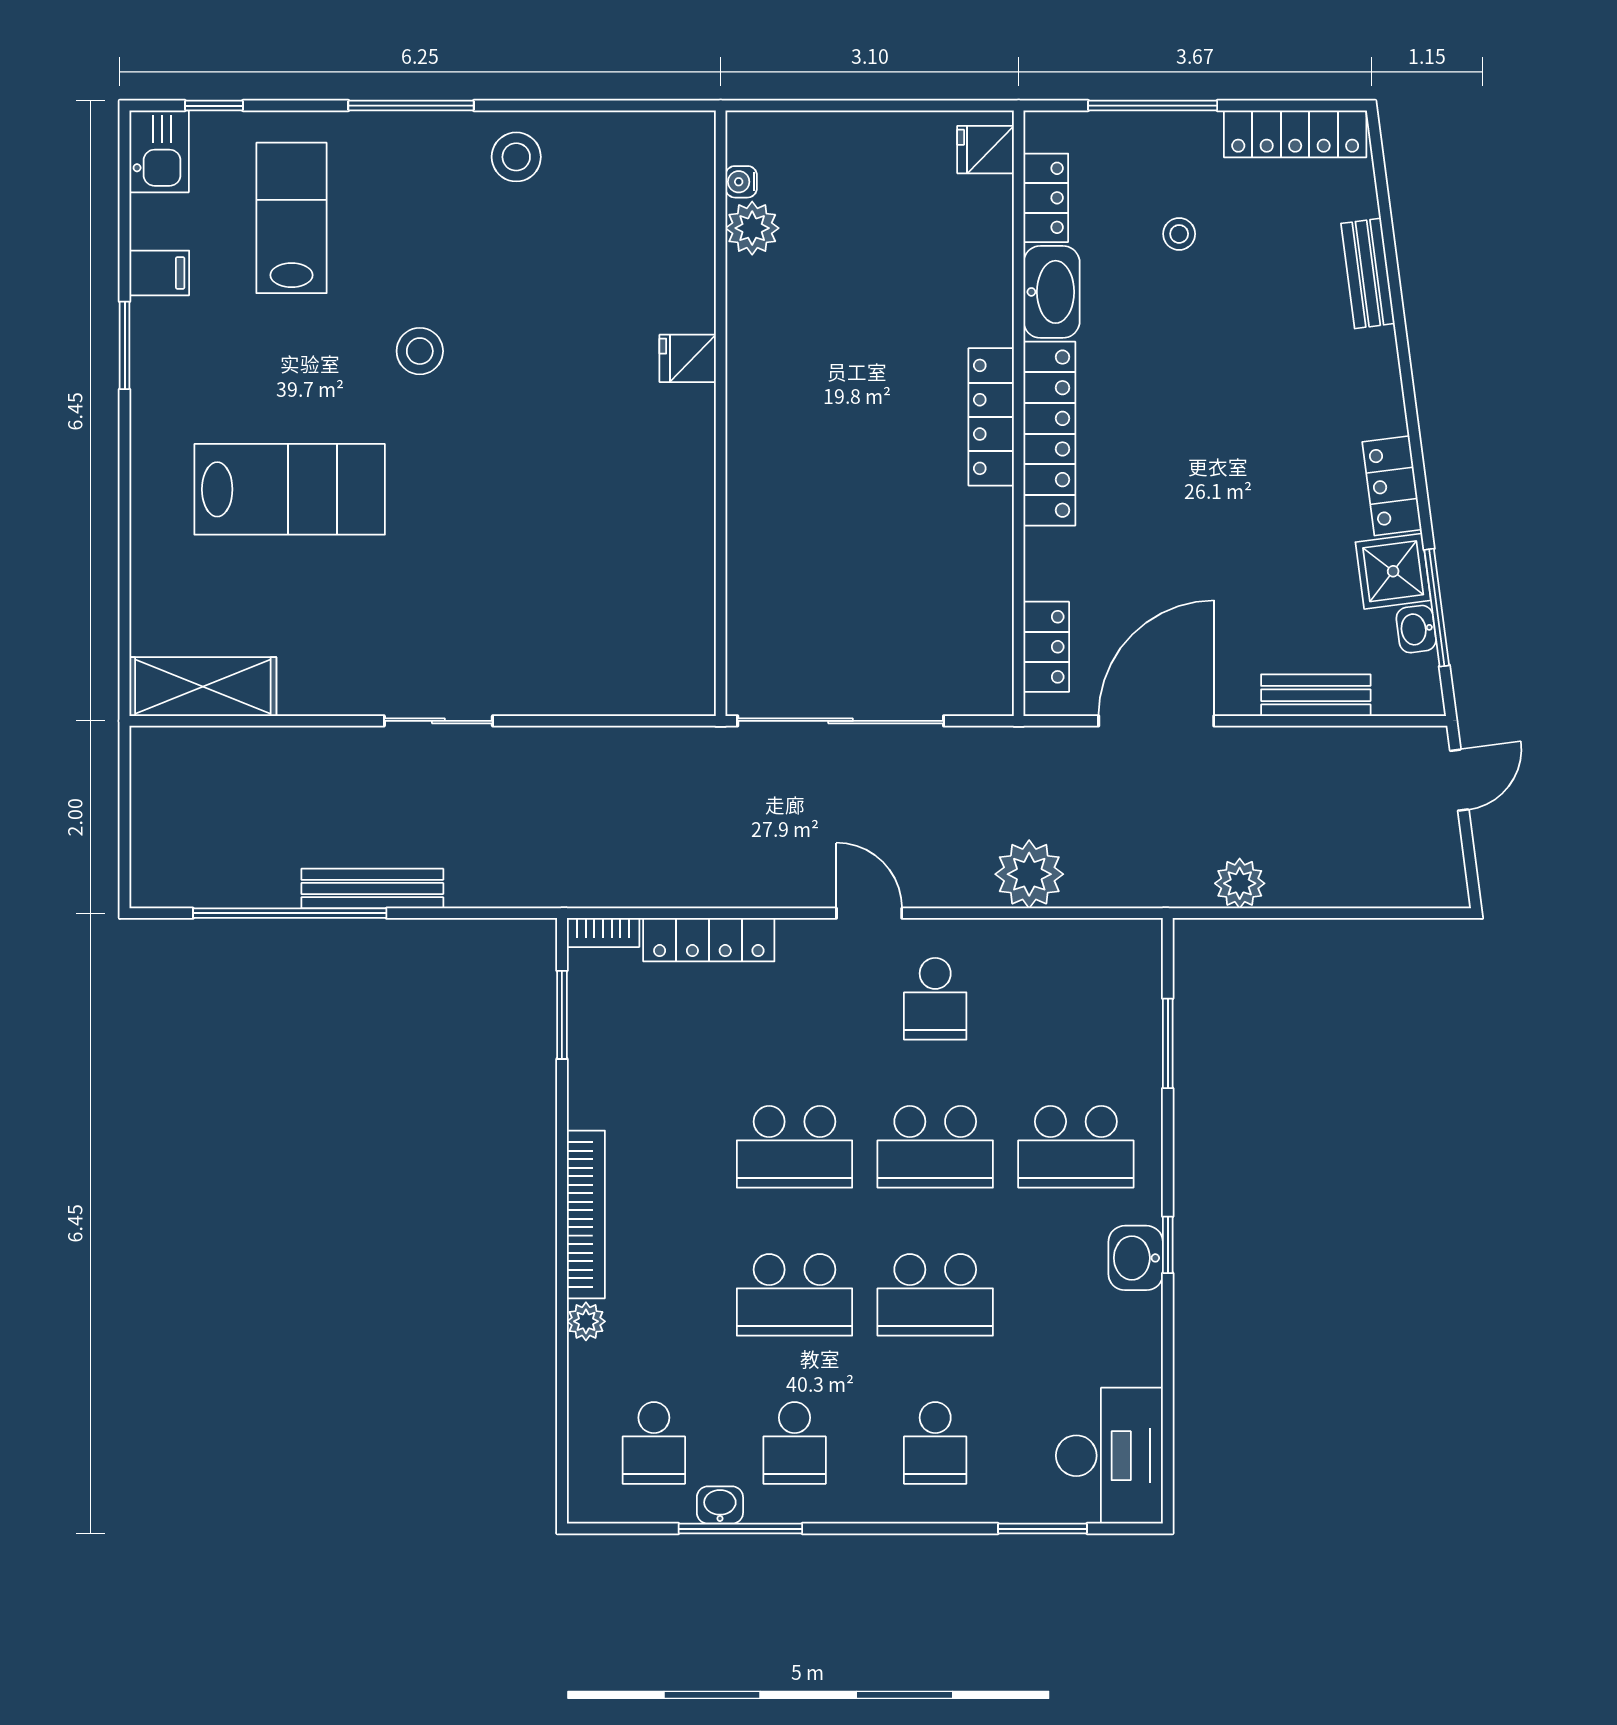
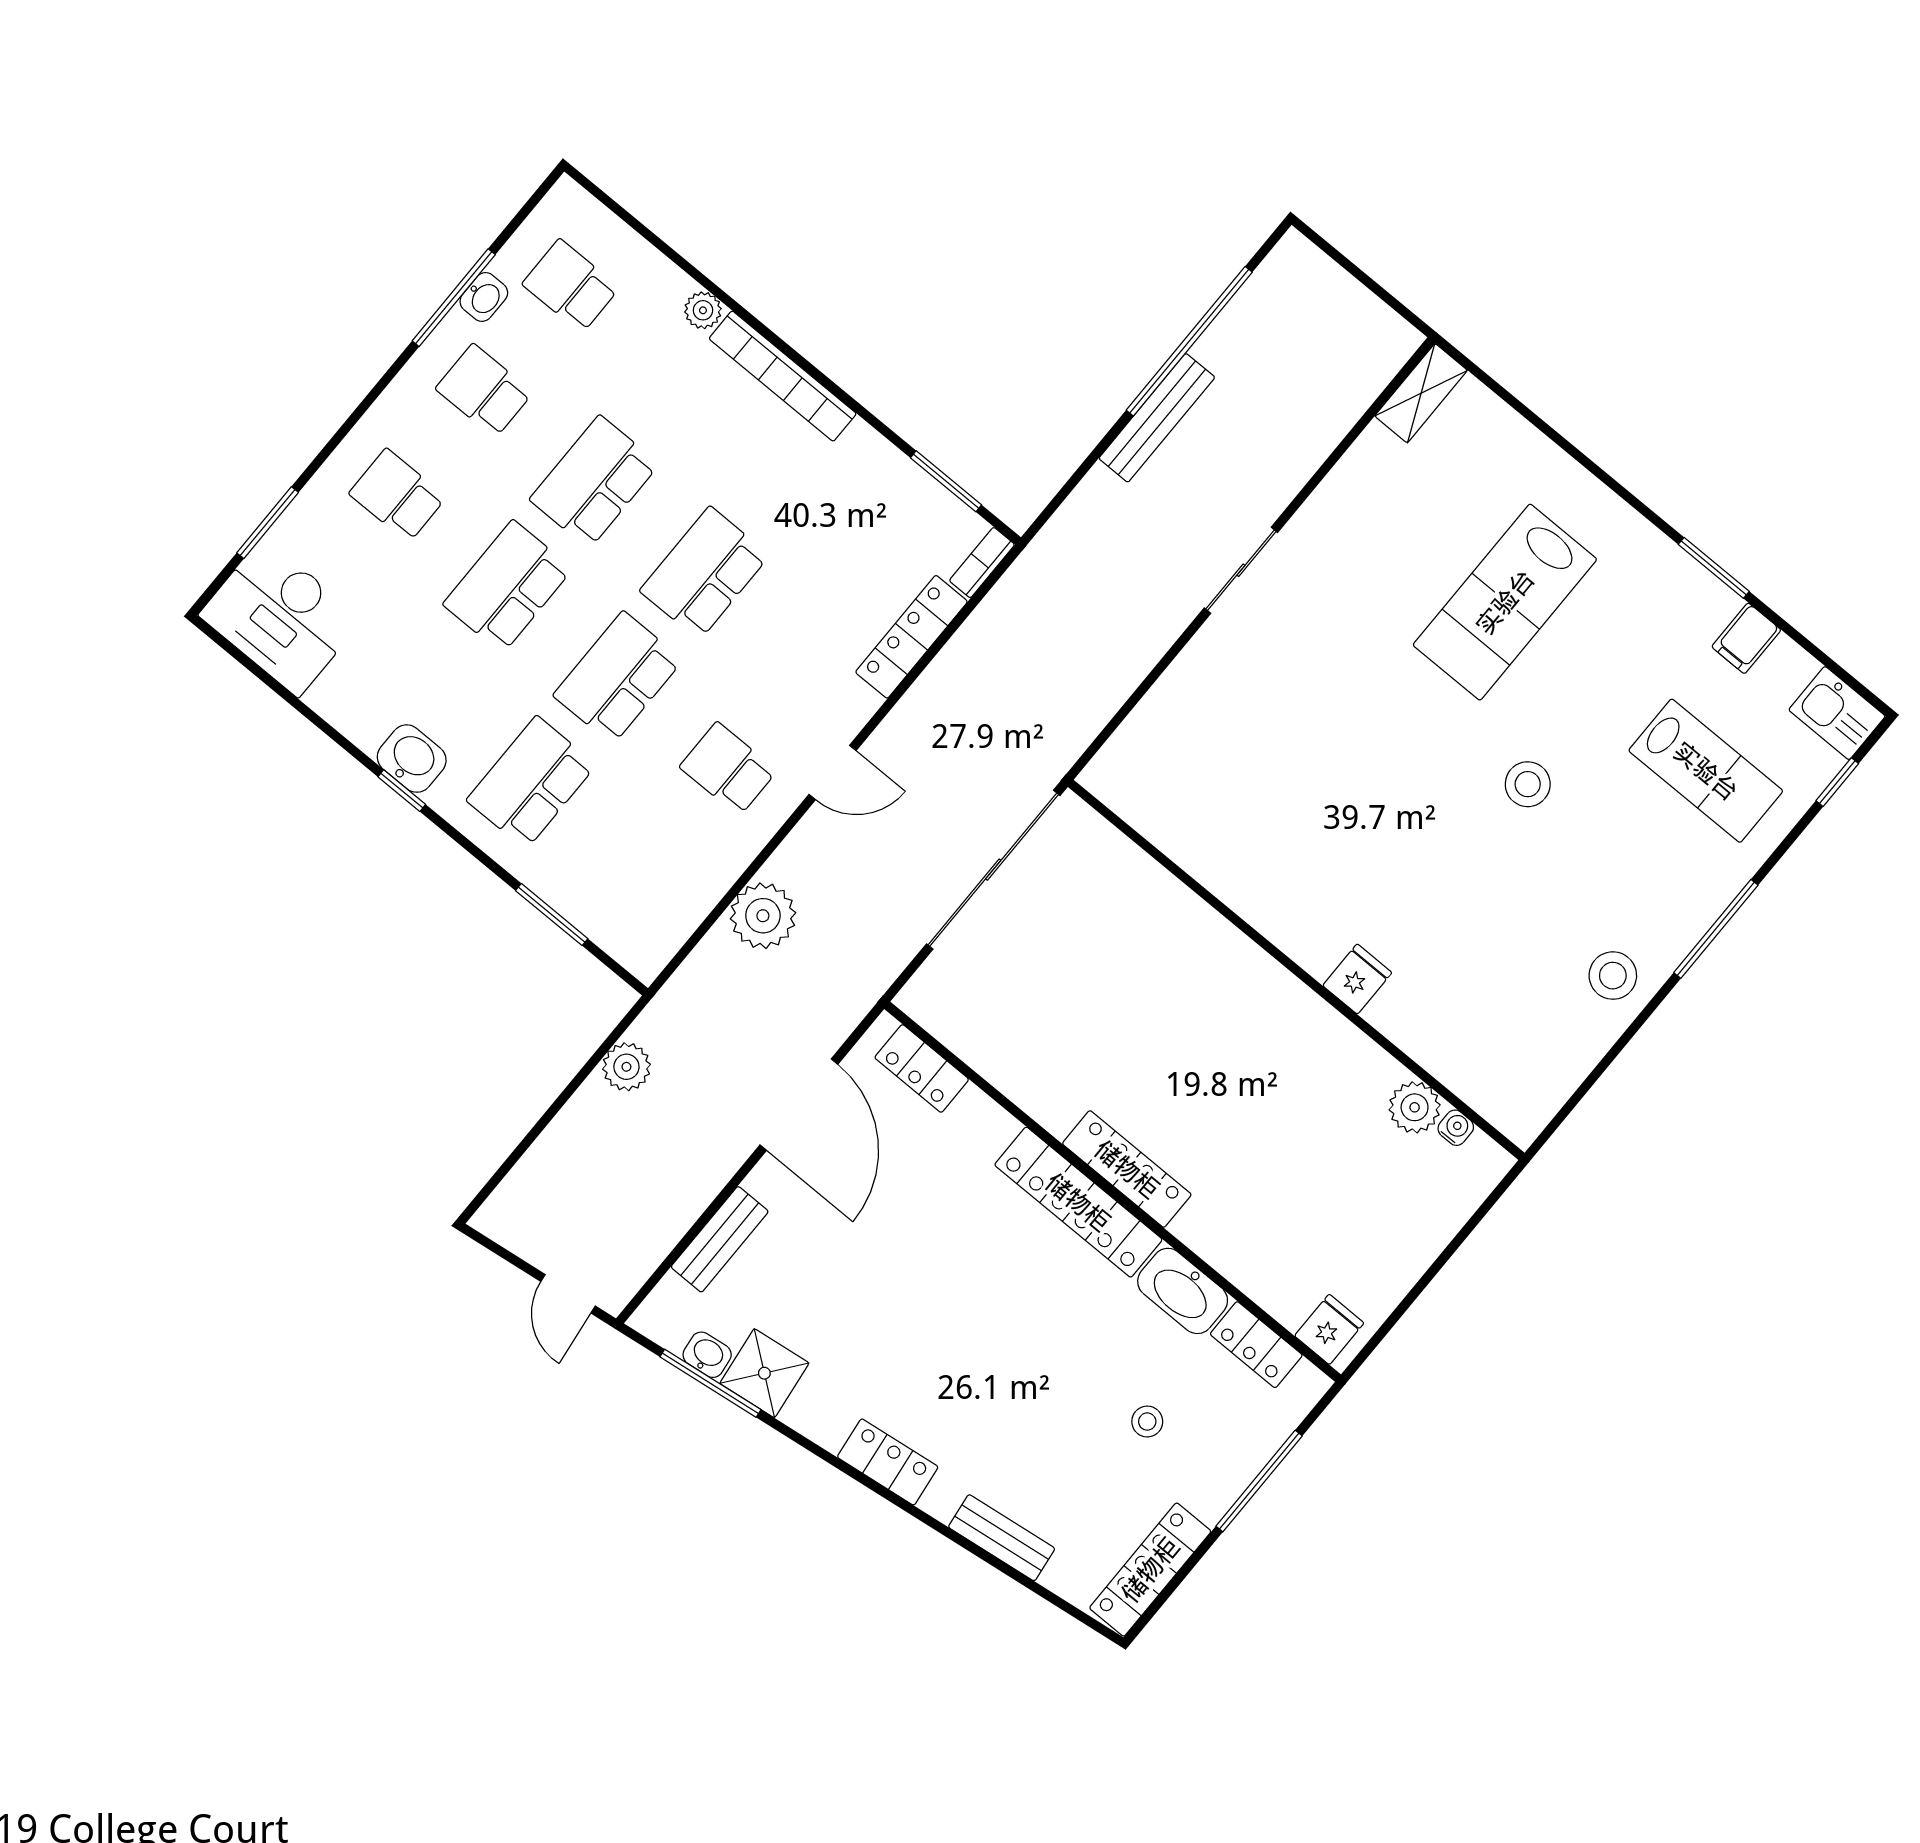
locker: (1392, 486) -> (888, 1462), moved
shelving: (203, 687) -> (1421, 393), width x0.67, depth x0.75

